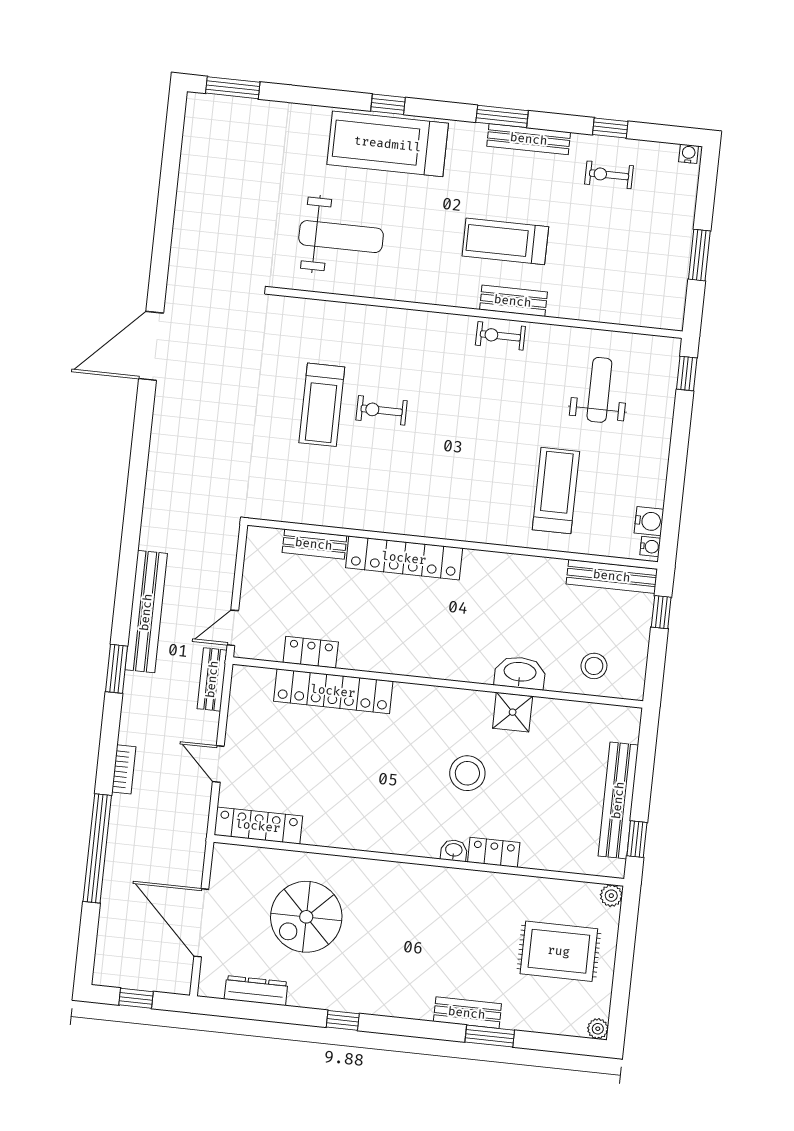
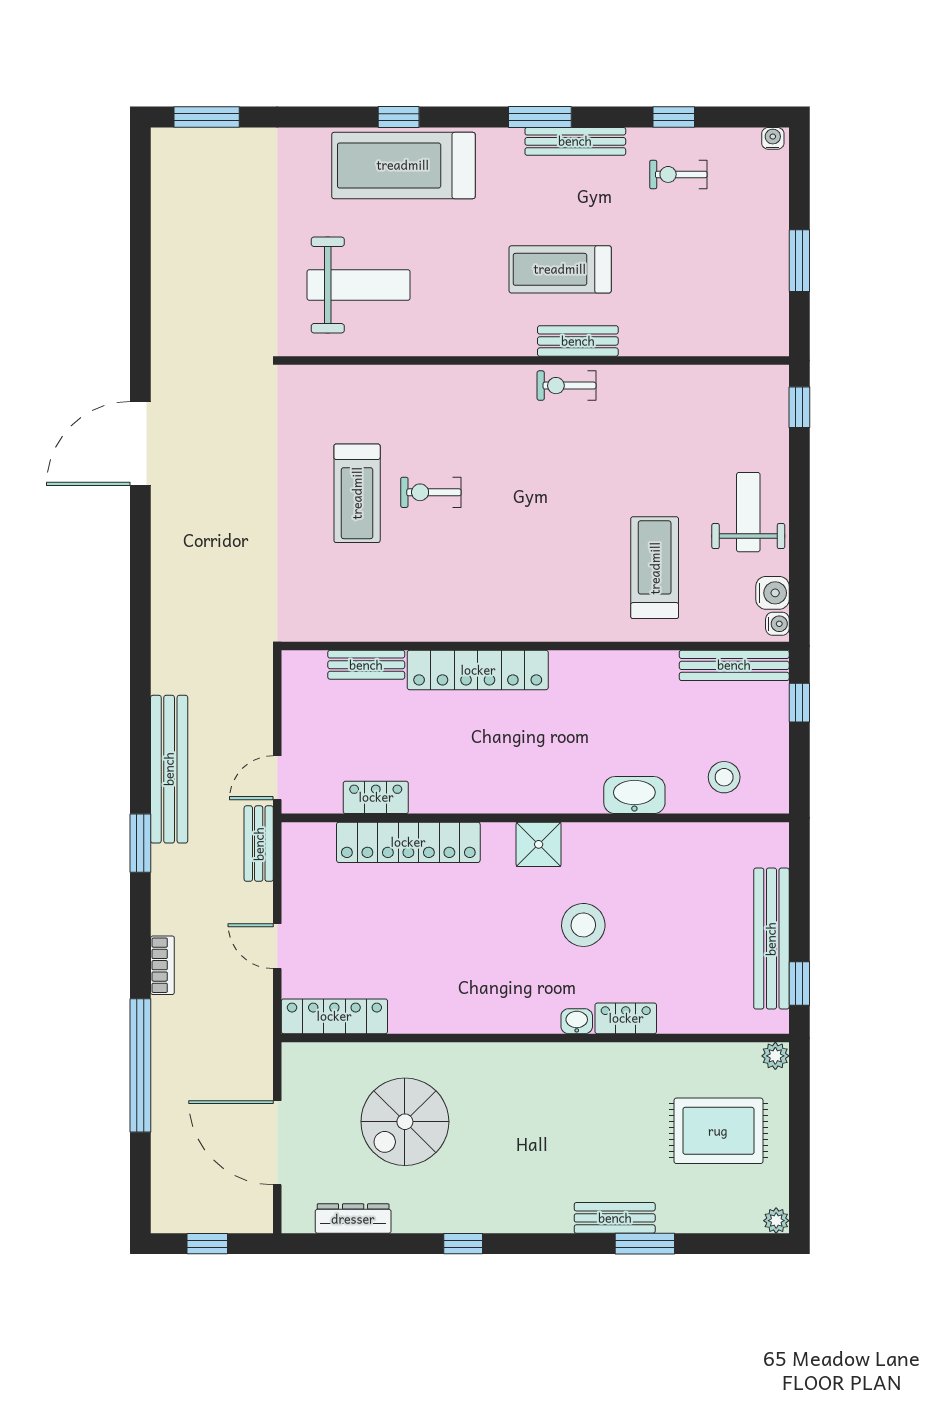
weight bench: (599, 390) -> (748, 512), moved
shower: (513, 712) -> (539, 844), moved

